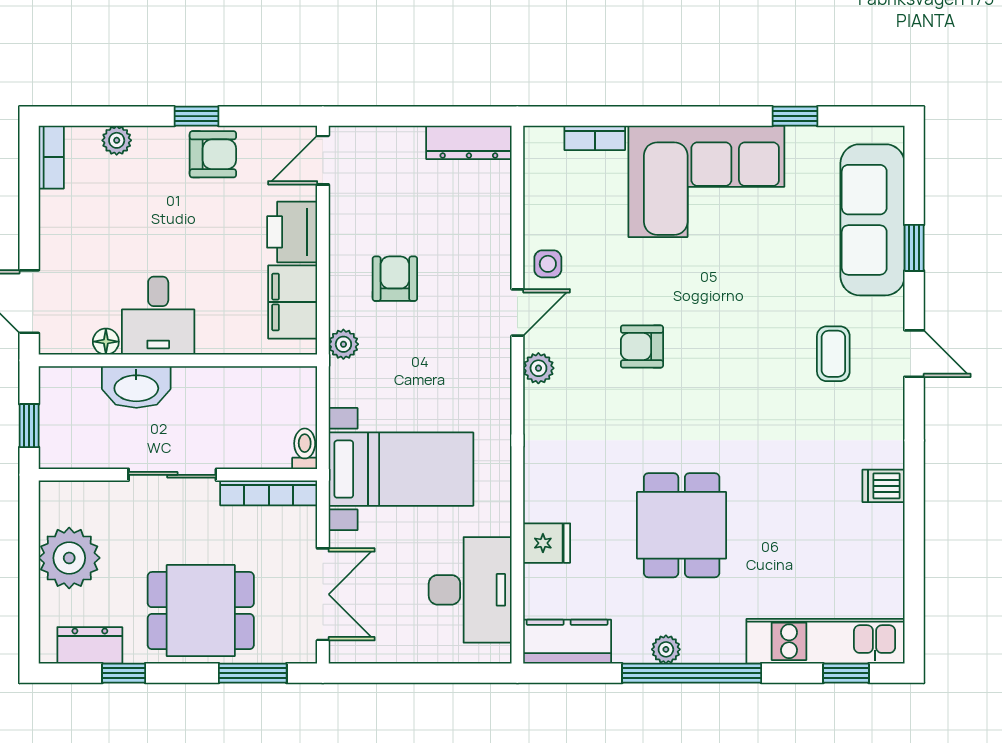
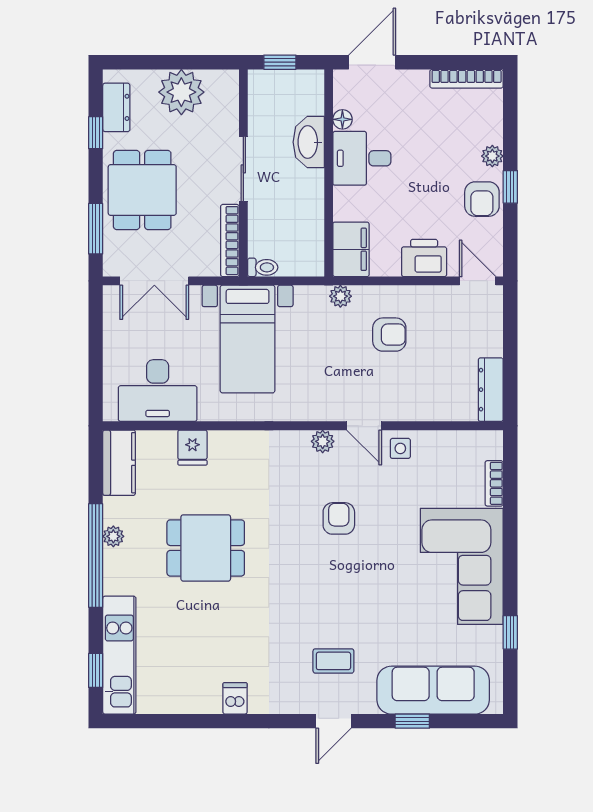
plant: (117, 140) -> (492, 156), moved
bookcase: (51, 157) -> (467, 79), width x1.56
filing cabinet: (293, 302) -> (351, 249), moved, turned 90

